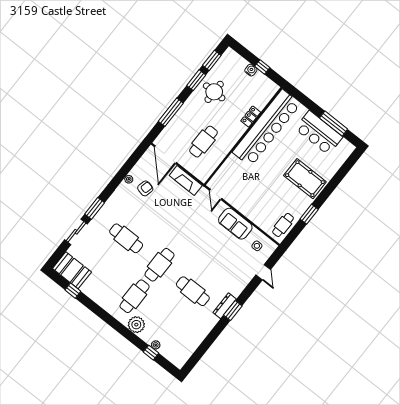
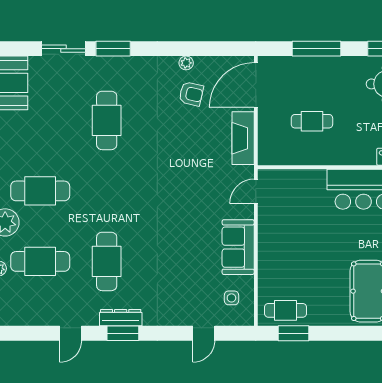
cafe table: (203, 142) -> (312, 121), width x0.73, depth x0.74
window: (309, 214) -> (293, 333), moved
cafe table: (159, 265) -> (40, 261), moved
door: (213, 335) -> (71, 333), added

